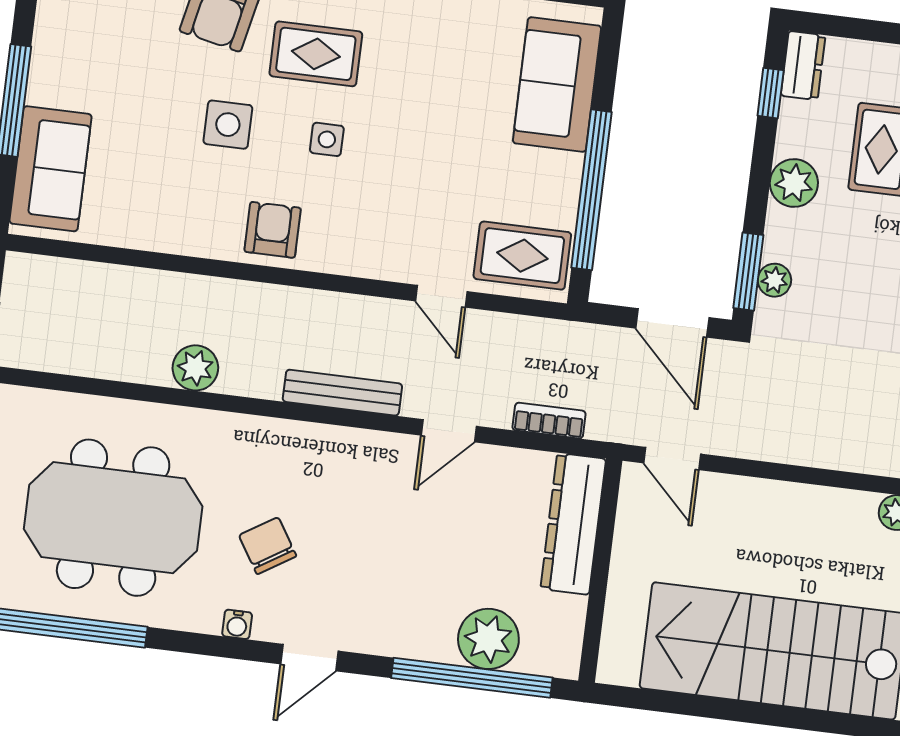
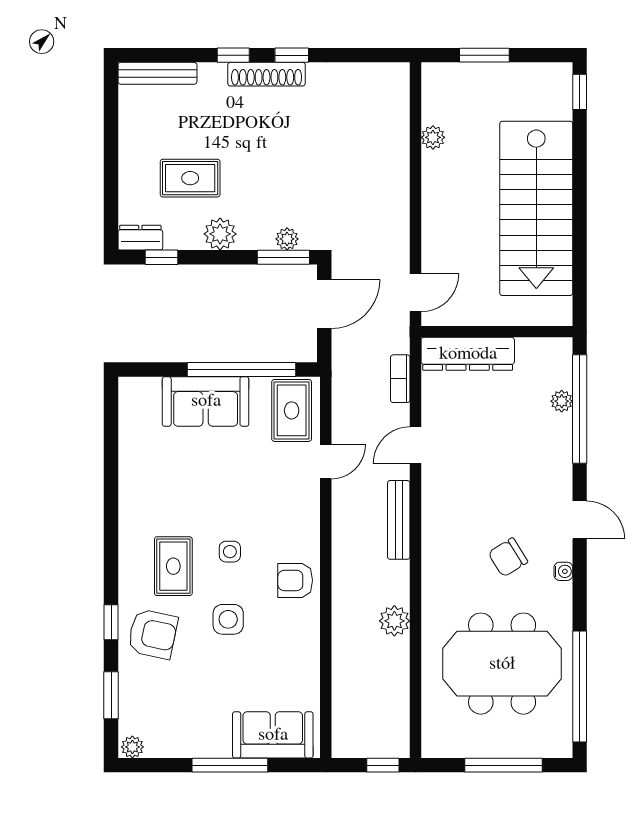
sofa: (557, 85) -> (206, 401), moved
door: (449, 431) -> (415, 445), swing flipped
meeting table: (113, 518) -> (502, 664), turned 90
plant: (488, 639) -> (562, 401), width x0.53, depth x0.53

